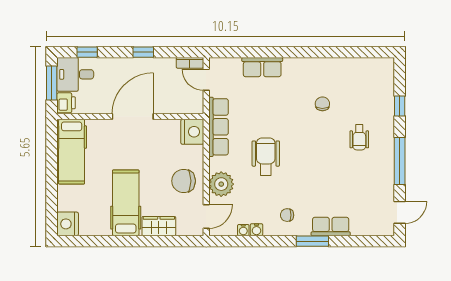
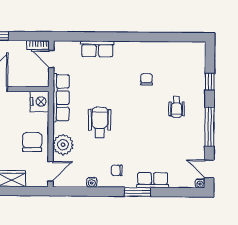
chair: (184, 181) -> (32, 142), turned 90
door: (400, 212) -> (209, 169), swing flipped
water cooler: (243, 230) -> (200, 183), moved

